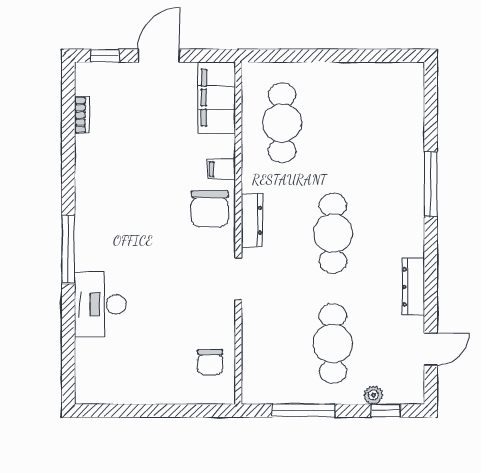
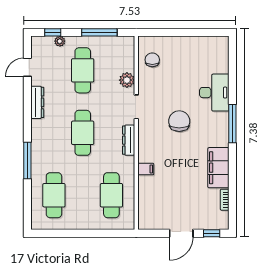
filing cabinet: (217, 98) -> (218, 168), moved, turned 180
cafe table: (384, 123) -> (54, 195), added
chair: (210, 209) -> (179, 121), moved
plant: (255, 326) -> (127, 80), added

